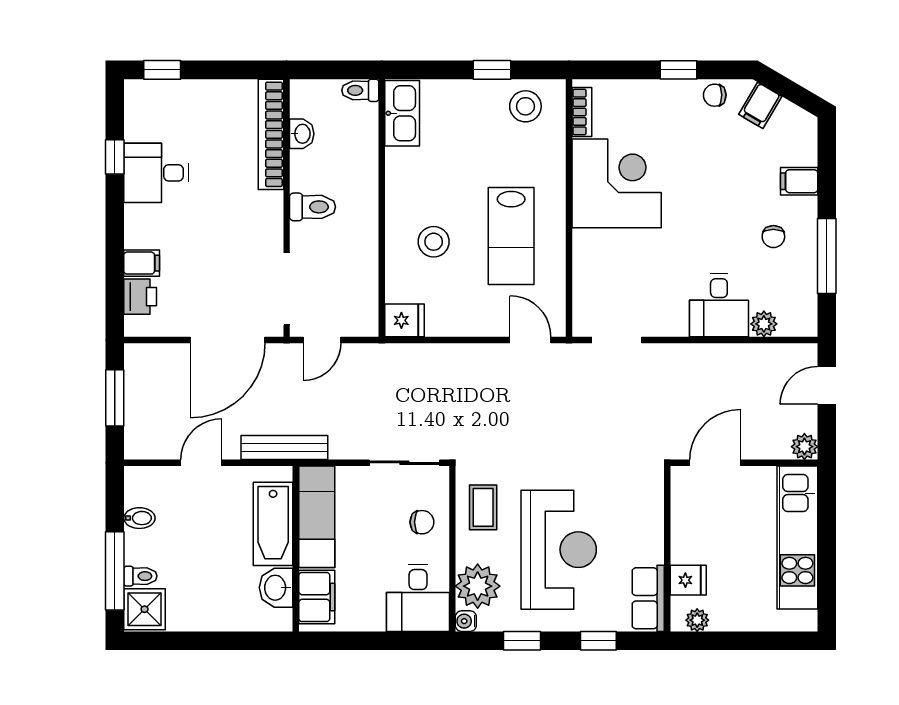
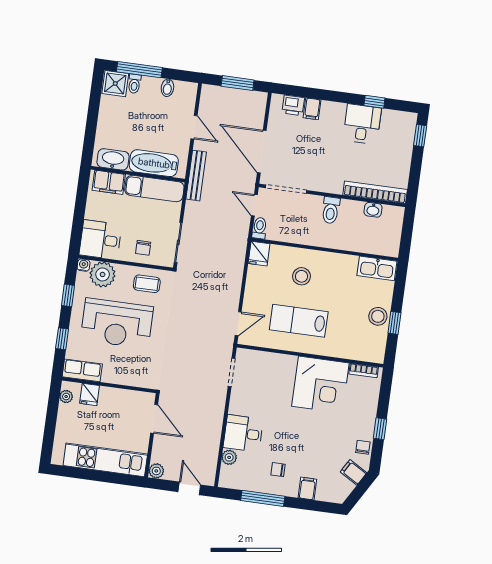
toilet: (360, 90) -> (260, 228), moved
stool: (525, 106) -> (378, 316), moved
washbasin: (276, 588) -> (113, 159), width x1.38

